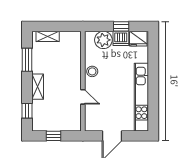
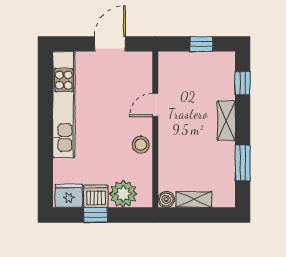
shelving: (48, 36) -> (194, 199), moved
boiler: (76, 36) -> (166, 199), added
door: (83, 97) -> (155, 105), hinge flipped

